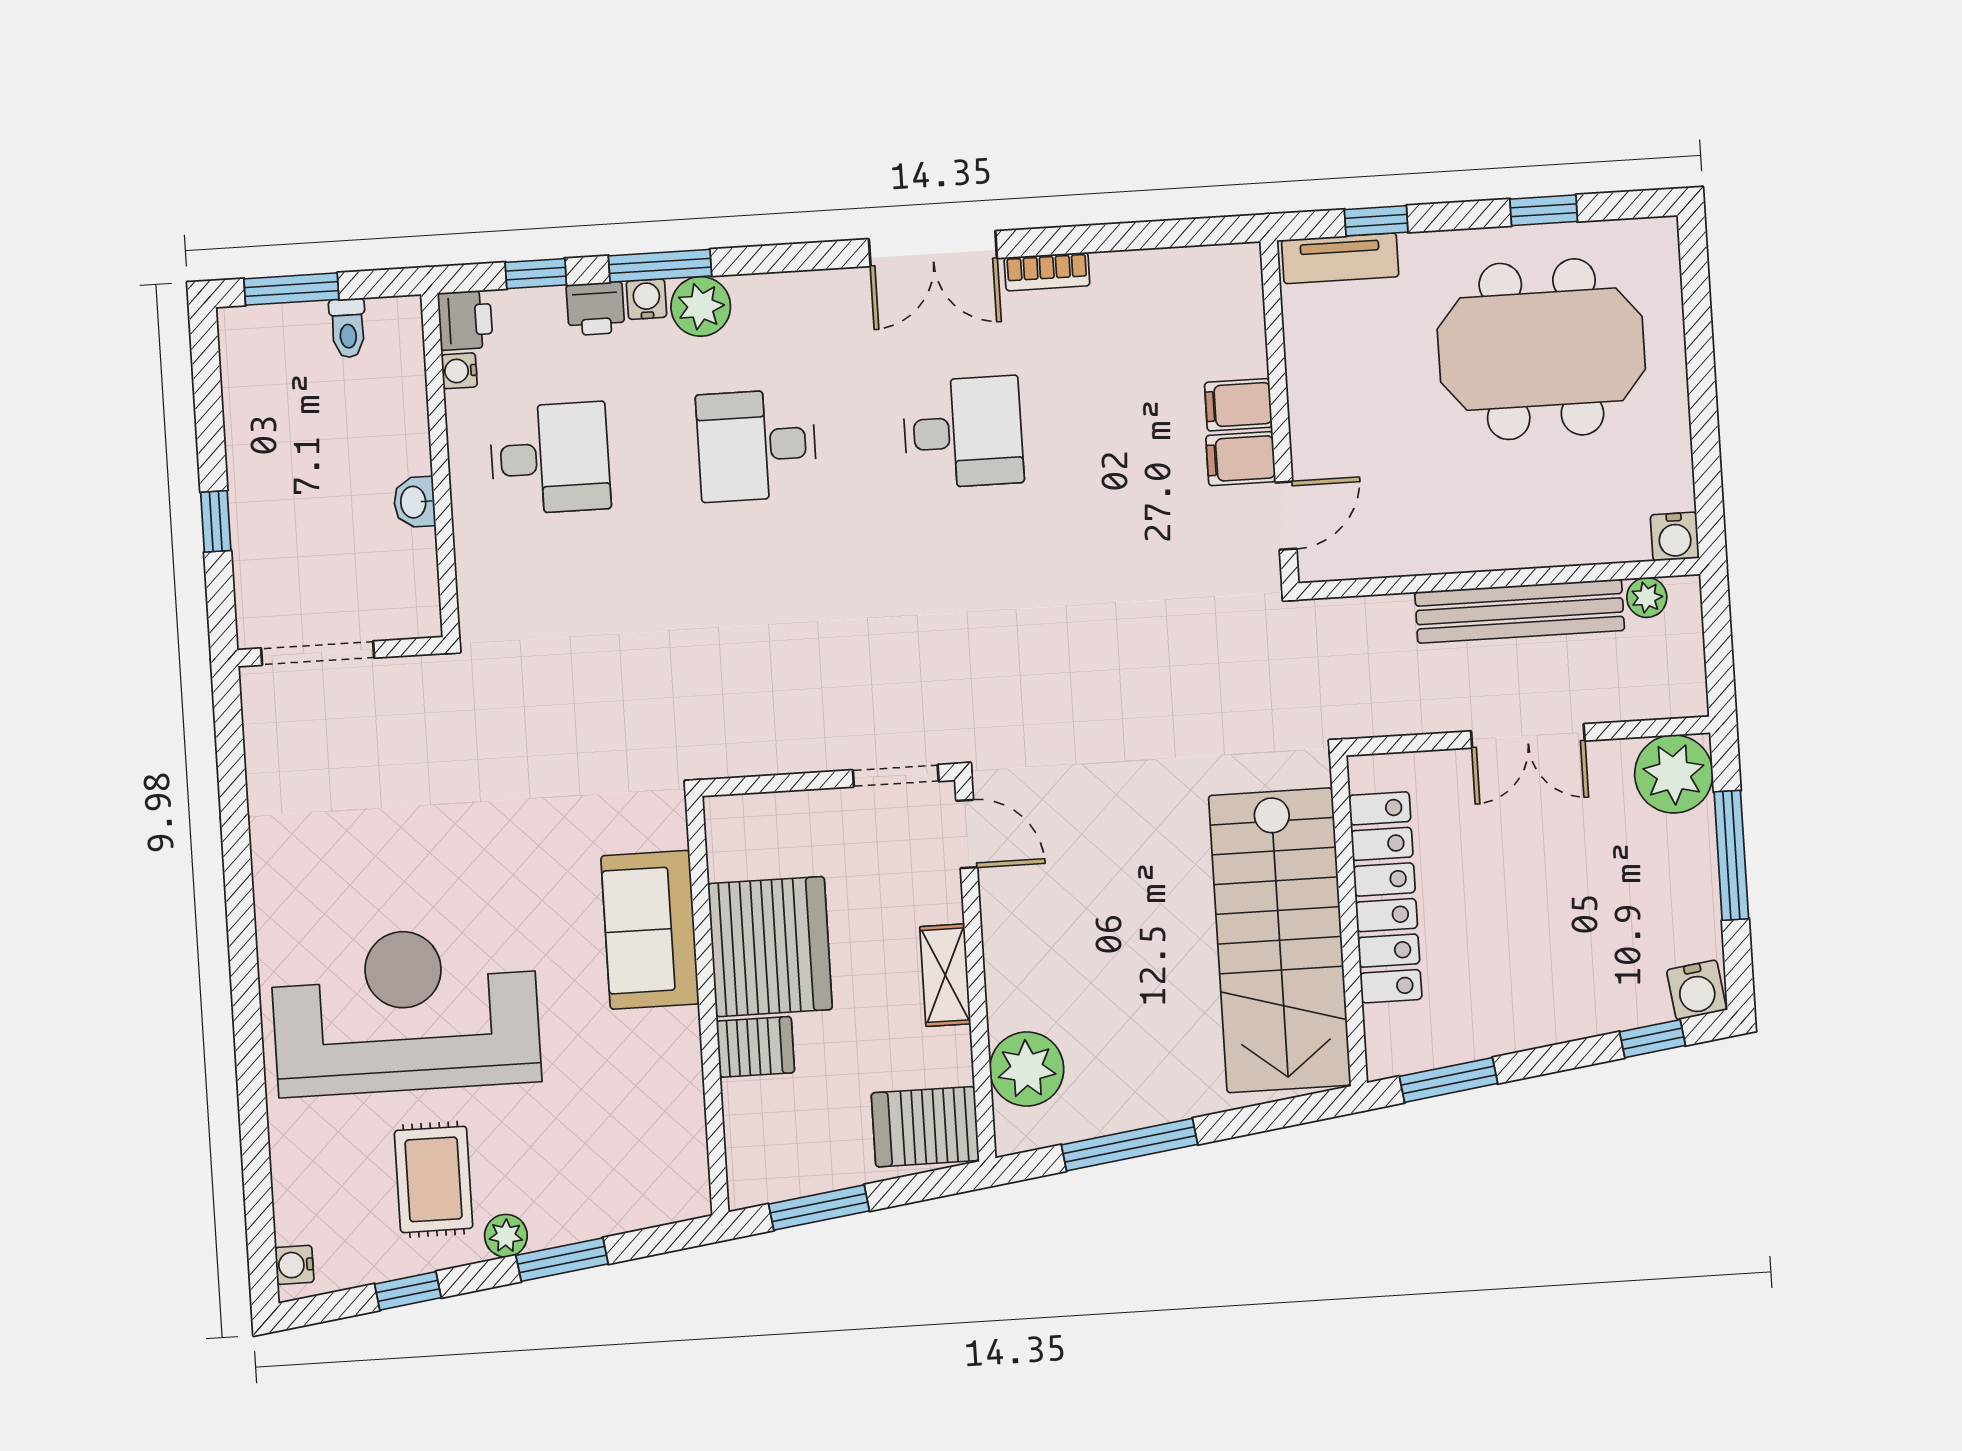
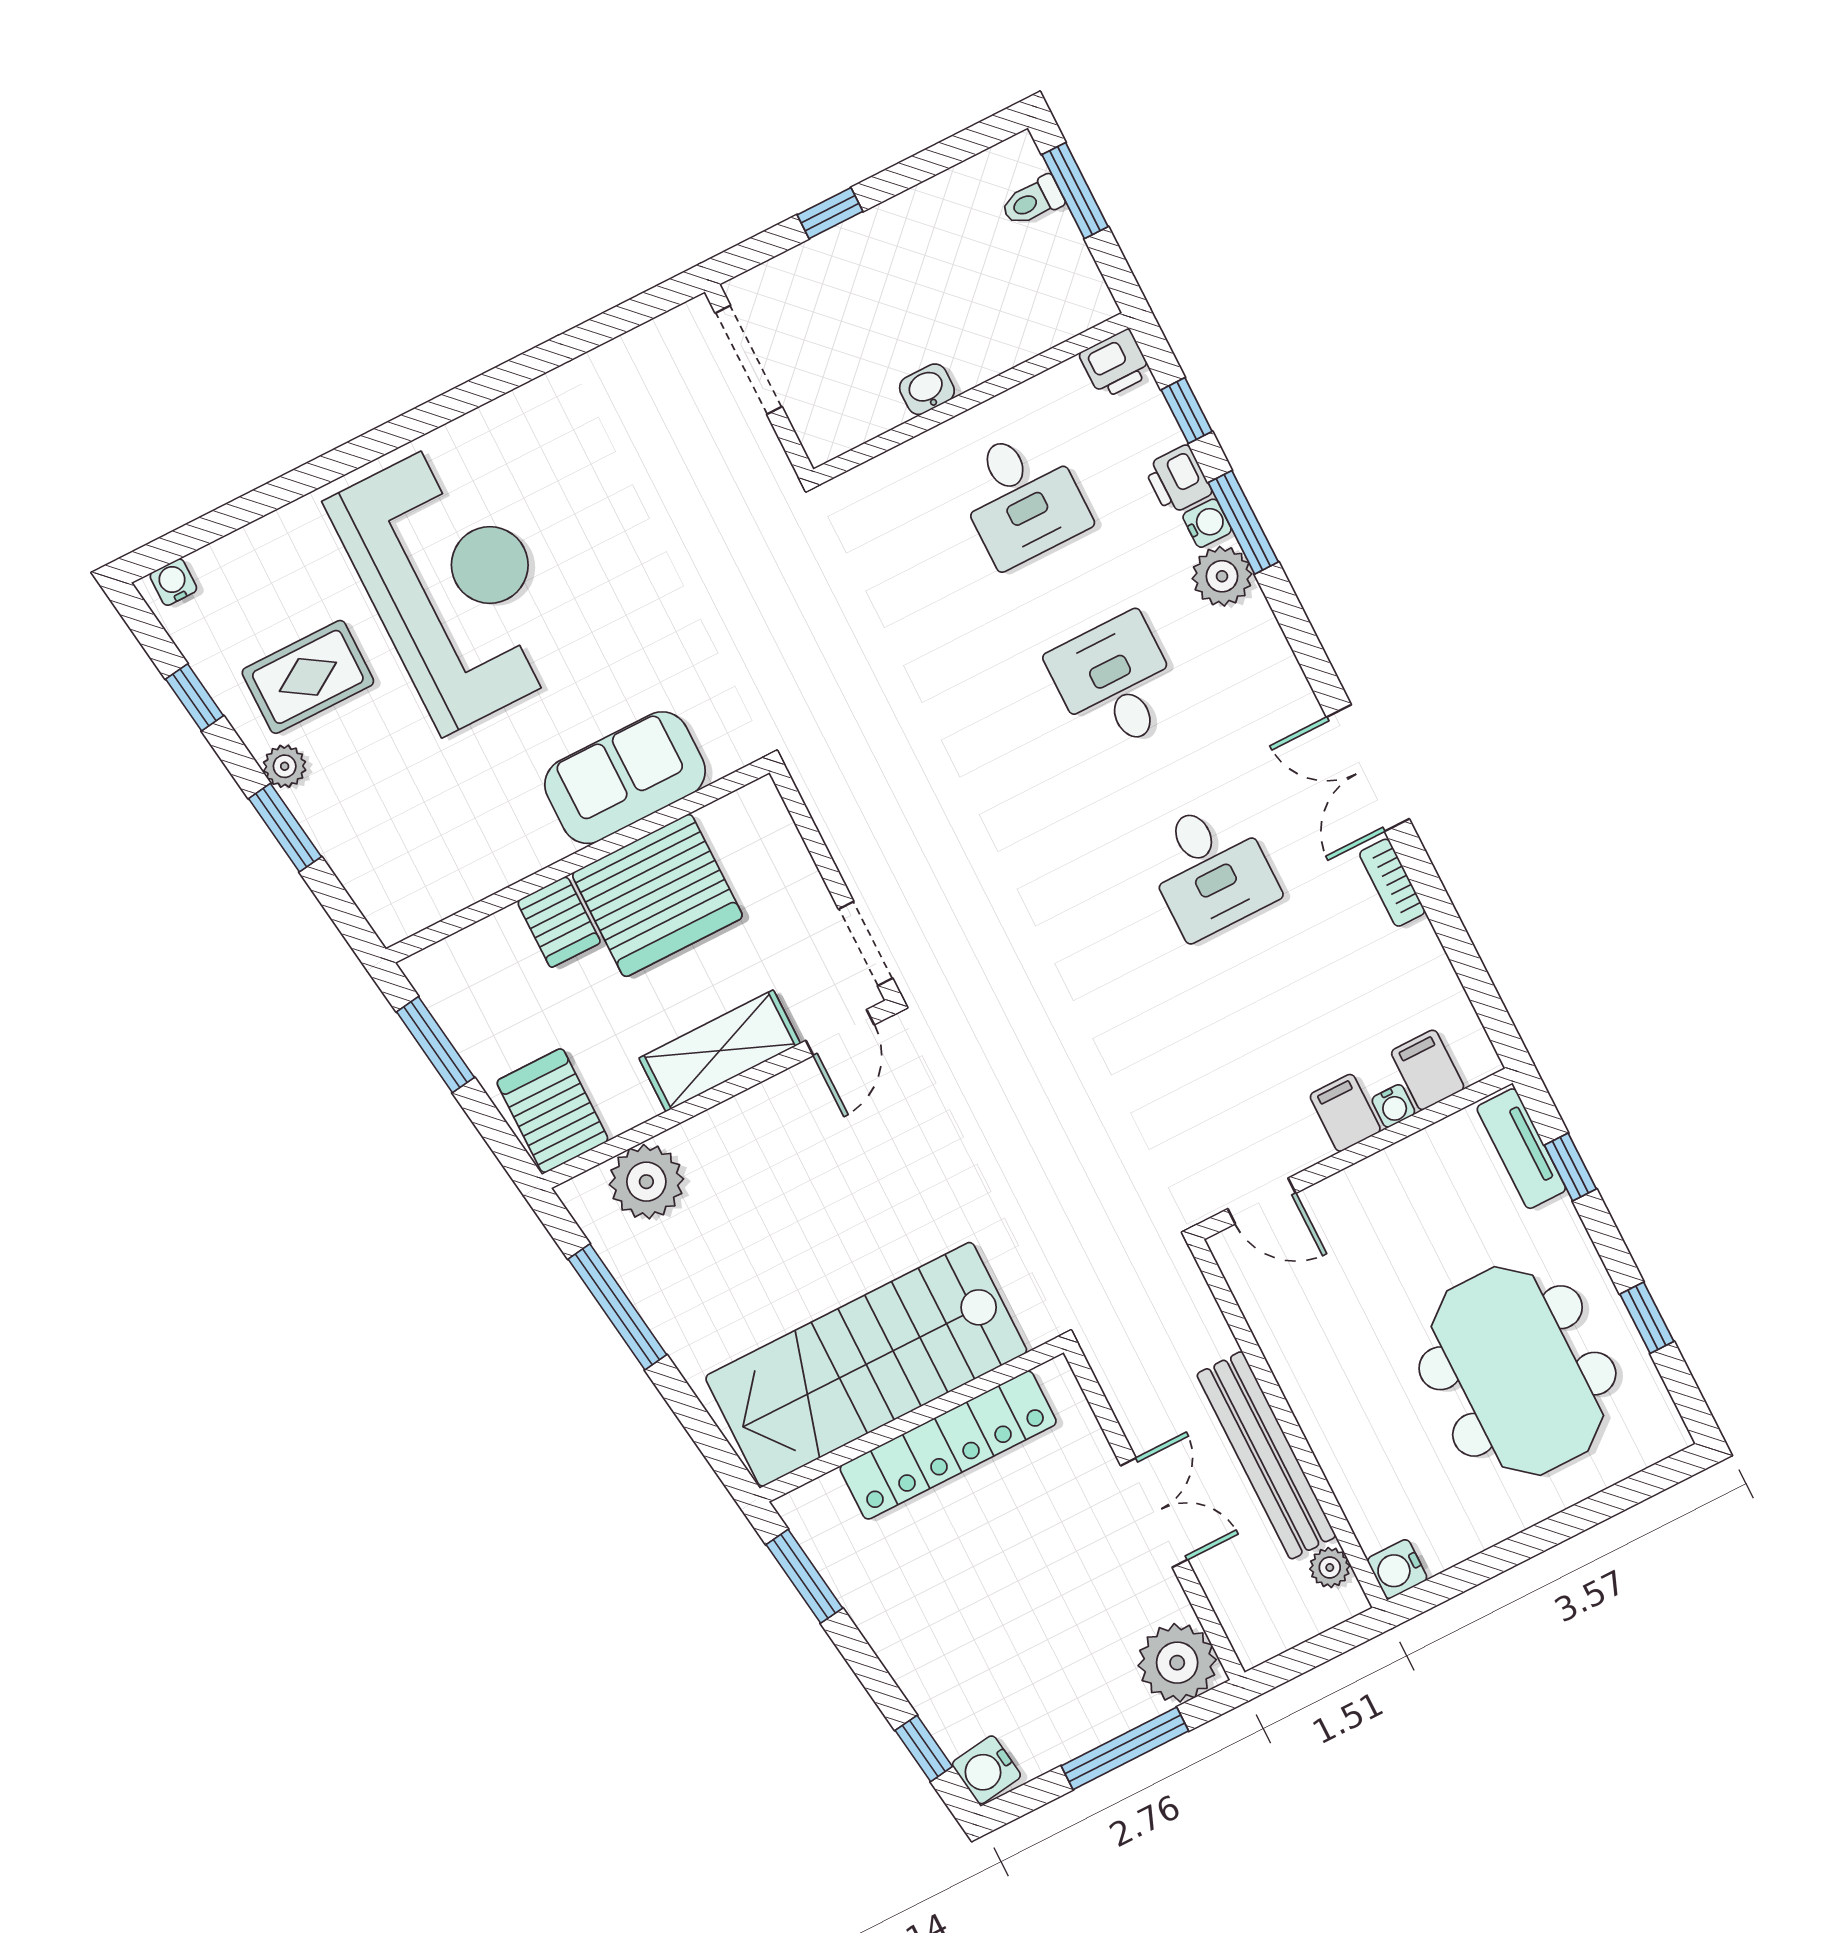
toilet: (348, 328) -> (1032, 201), moved
water cooler: (459, 371) -> (1393, 1106), moved, turned 180
filing cabinet: (1241, 459) -> (1428, 1070), moved
double door: (1528, 736) -> (1154, 1513), swing flipped
shelving: (945, 975) -> (720, 1051), width x1.50, depth x1.33

